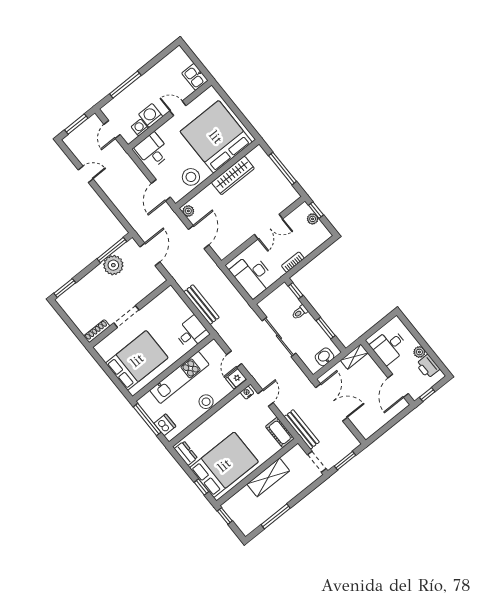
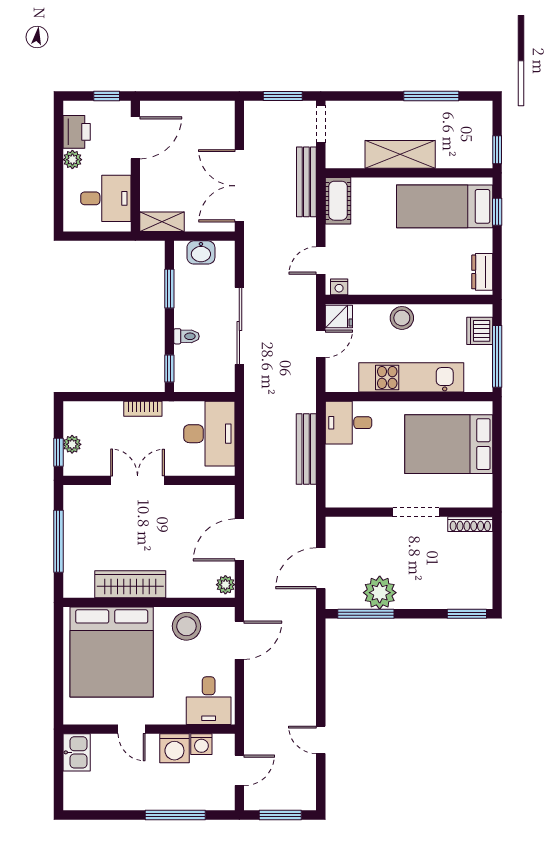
bed: (224, 465) -> (445, 206), width x0.67

